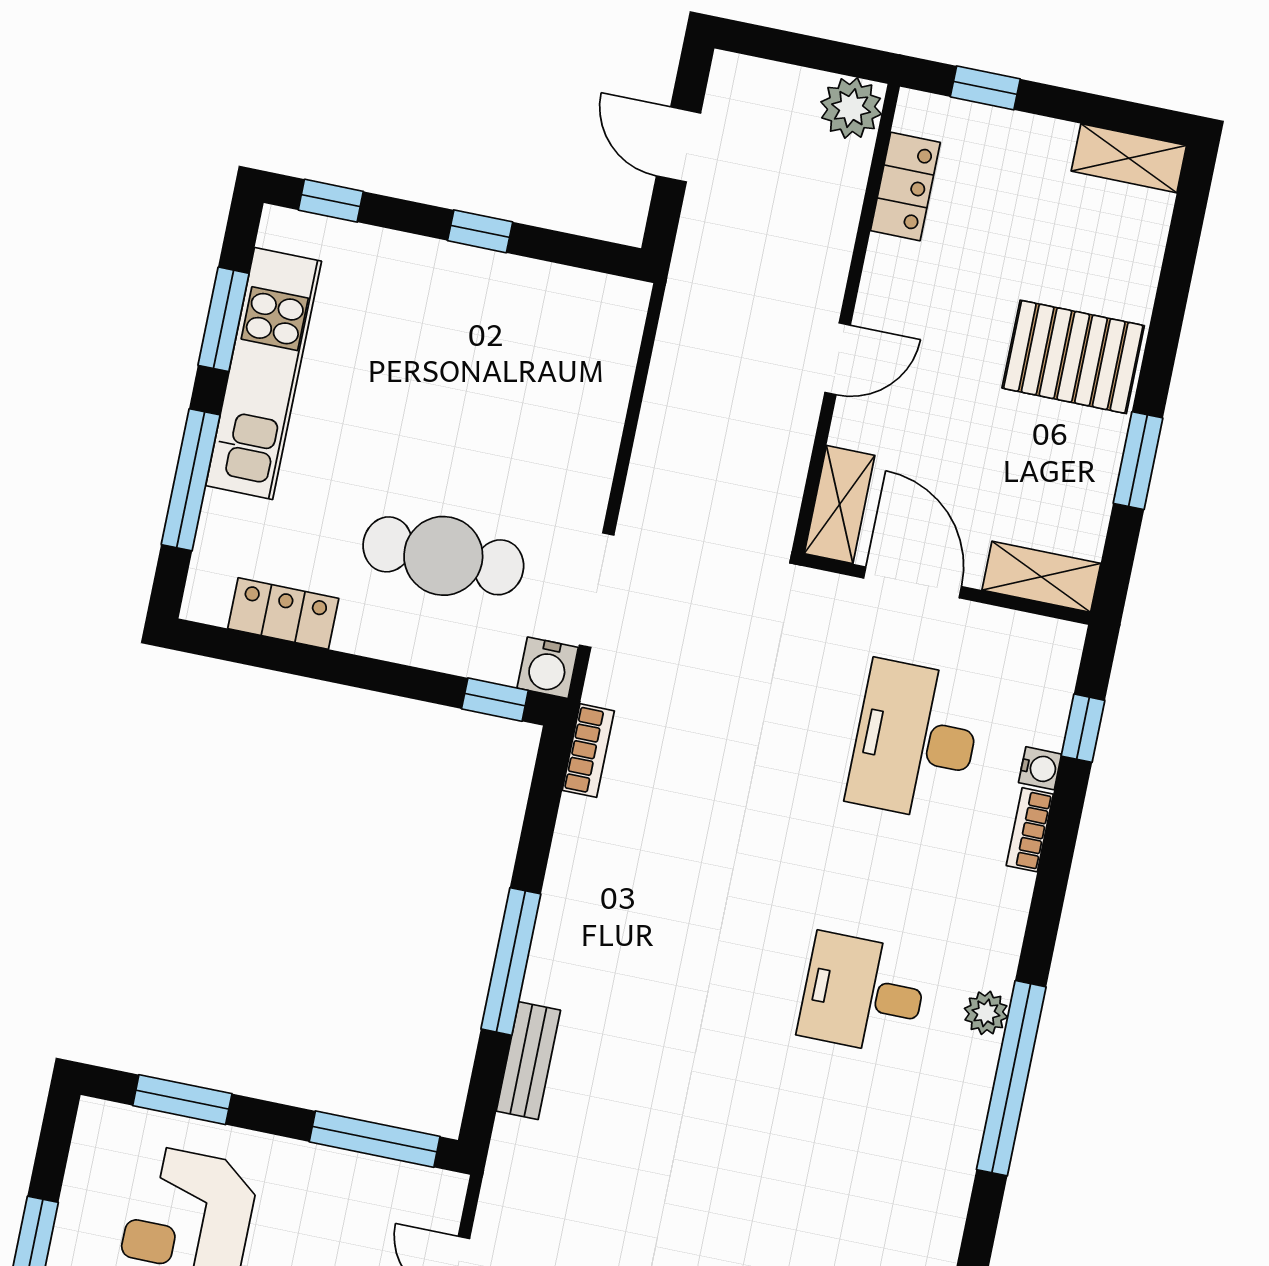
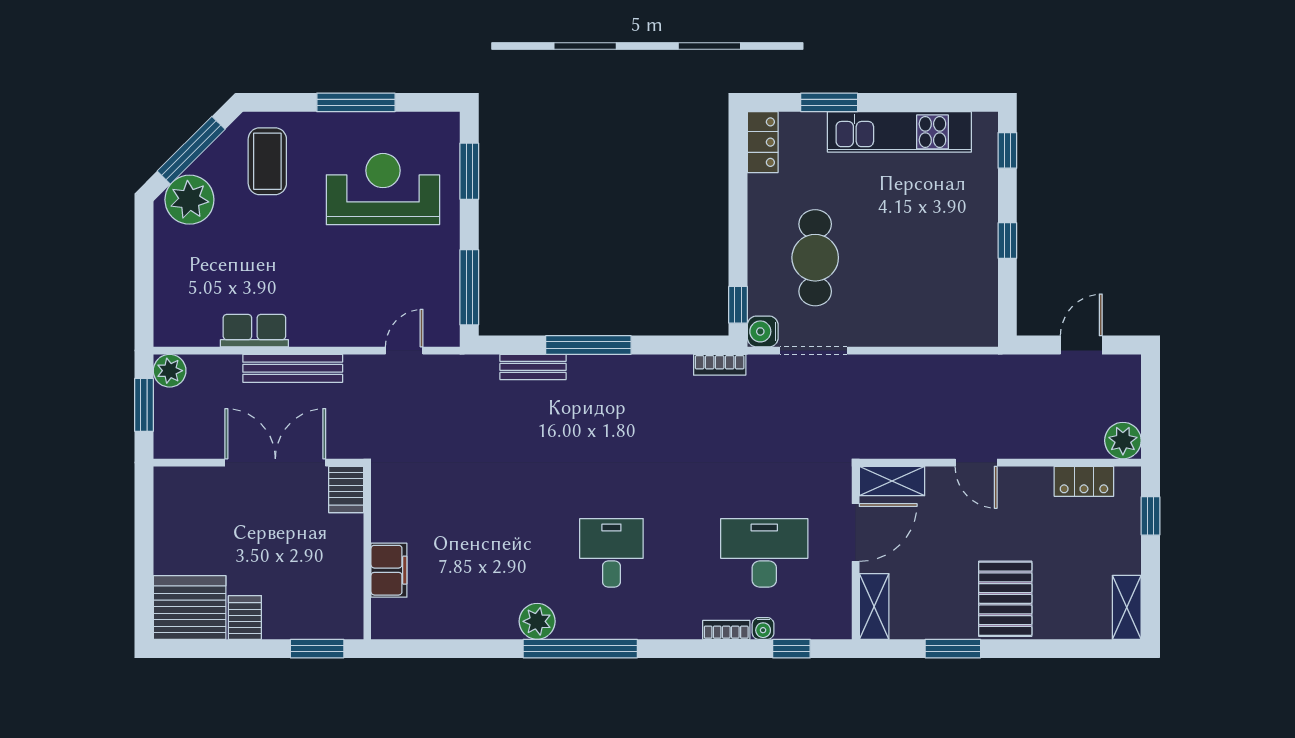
window: (224, 319) -> (926, 102), removed
window: (191, 480) -> (829, 102), width x0.69
locker: (283, 614) -> (763, 142), moved
plant: (986, 1013) -> (537, 621), moved, width x1.38, depth x1.38

